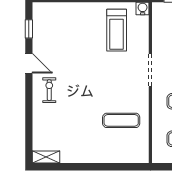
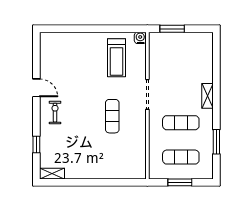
window: (29, 29) -> (36, 145), moved
exercise mat: (121, 120) -> (112, 116), moved, turned 90

